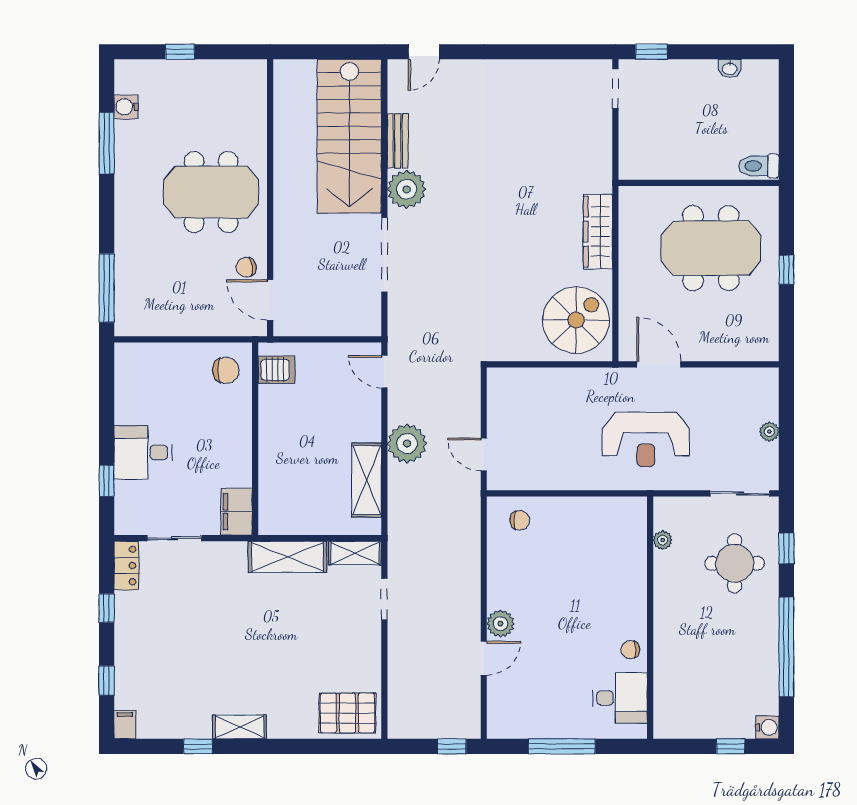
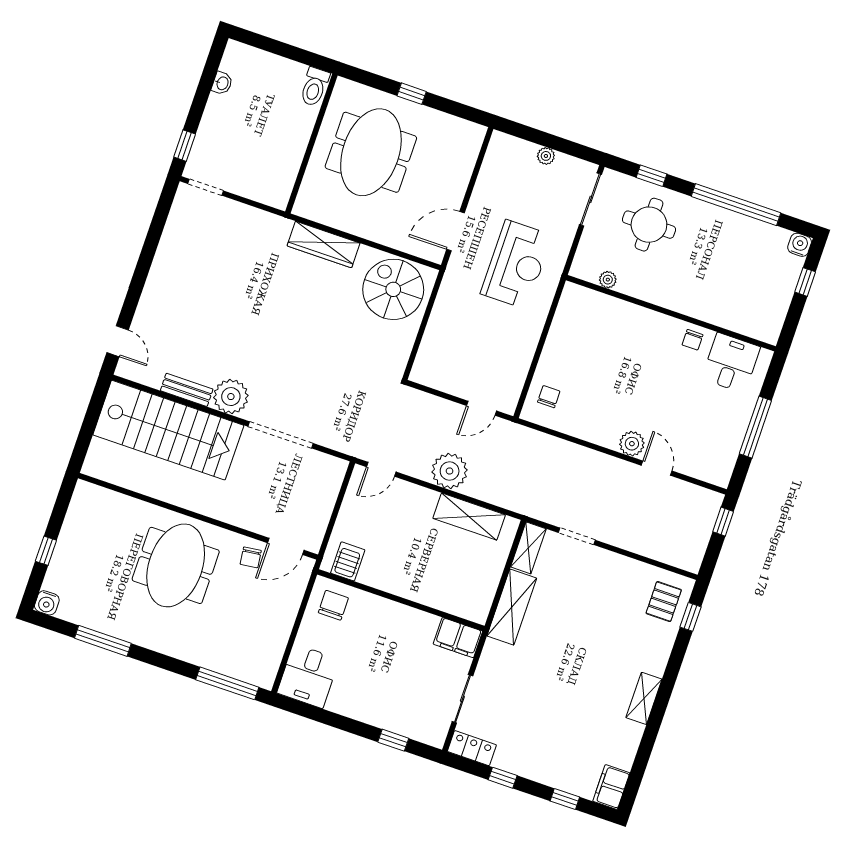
water cooler: (126, 107) -> (47, 603), moved
desk: (143, 452) -> (308, 676), moved
pallet: (347, 713) -> (664, 602), width x0.67, depth x0.71
filing cabinet: (125, 725) -> (611, 787), width x2.00
window: (198, 746) -> (690, 617), moved

